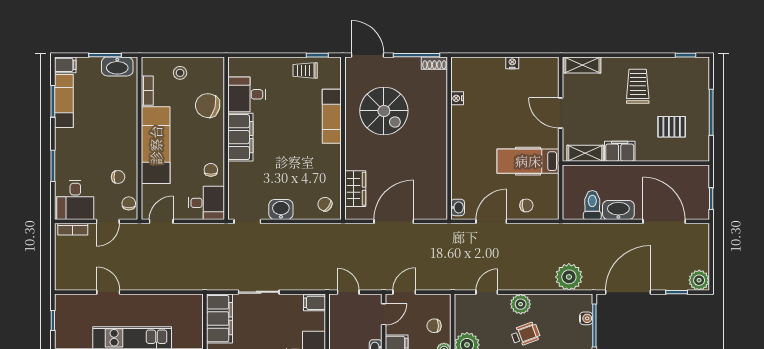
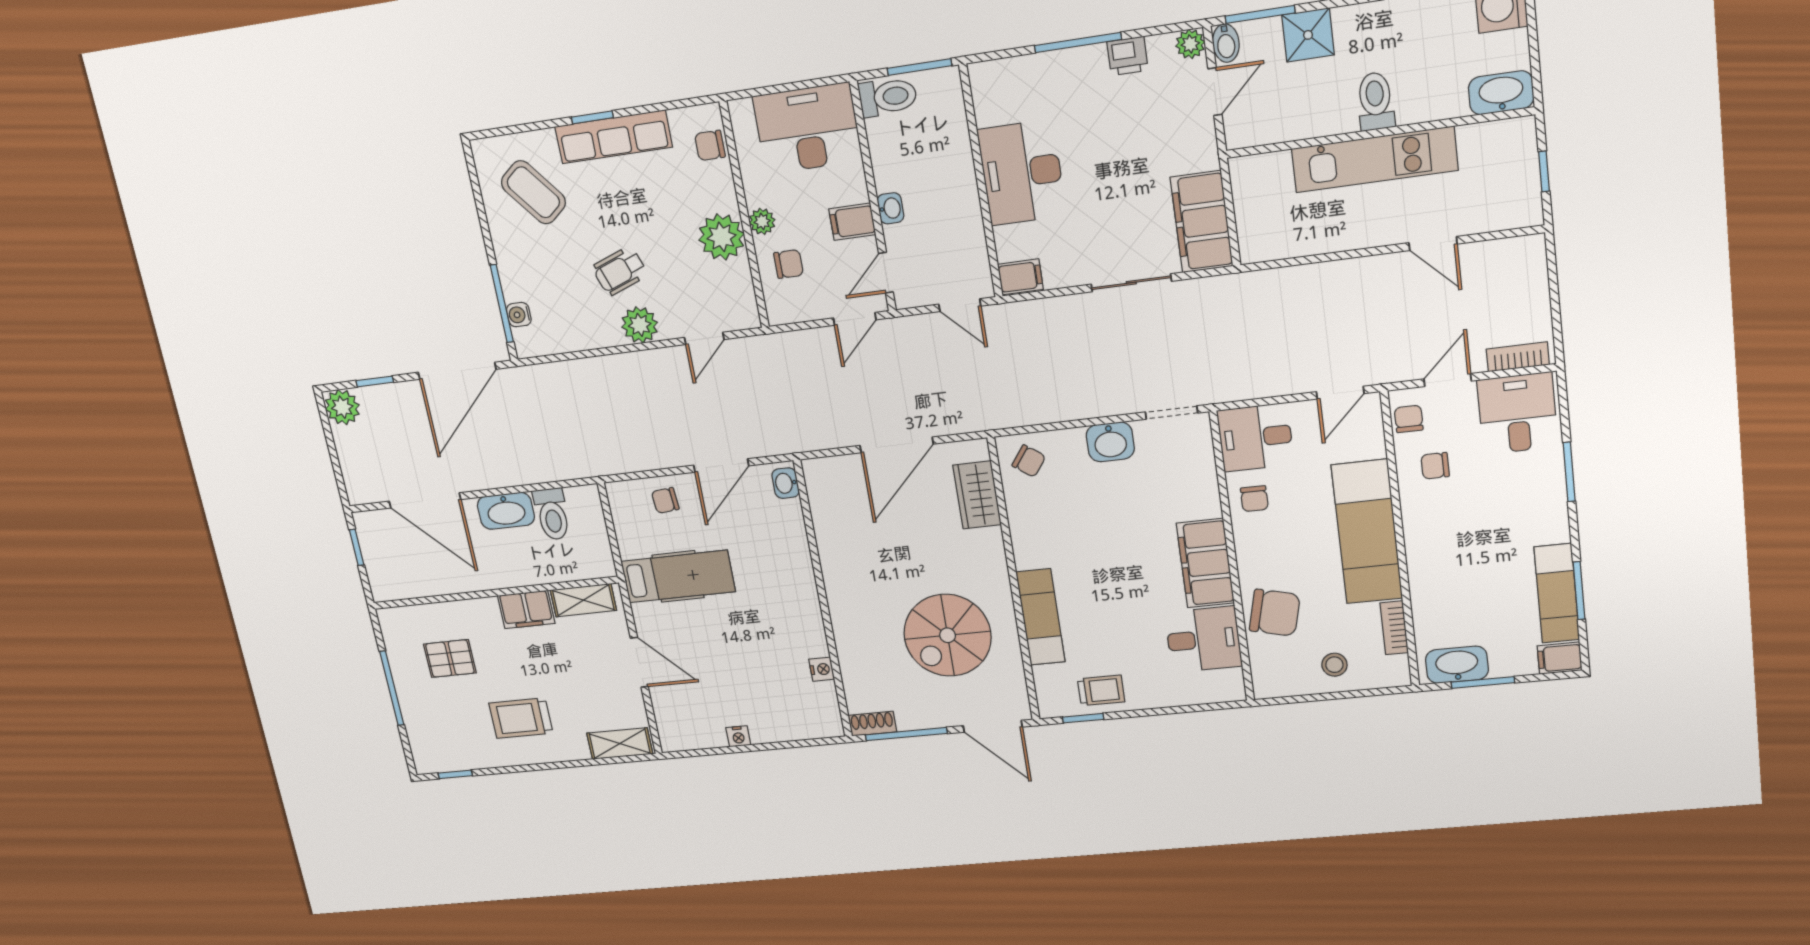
trolley: (638, 86) -> (521, 718), turned 90
spiral stairs: (384, 111) -> (948, 635), turned -90
chair: (129, 203) -> (1409, 419), turned 180
plant: (569, 277) -> (565, 385), removed

